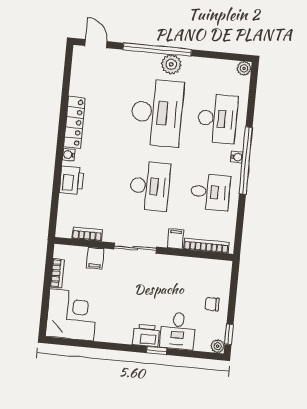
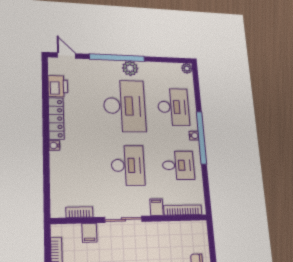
printer: (72, 180) -> (58, 86), moved

